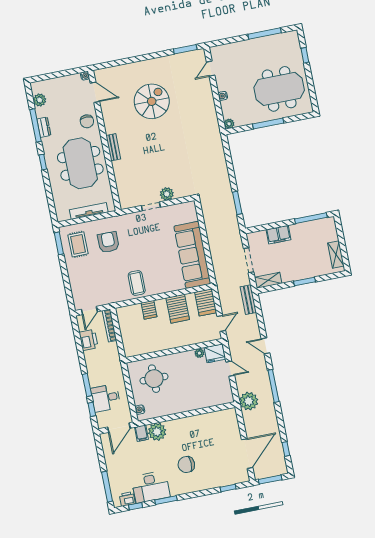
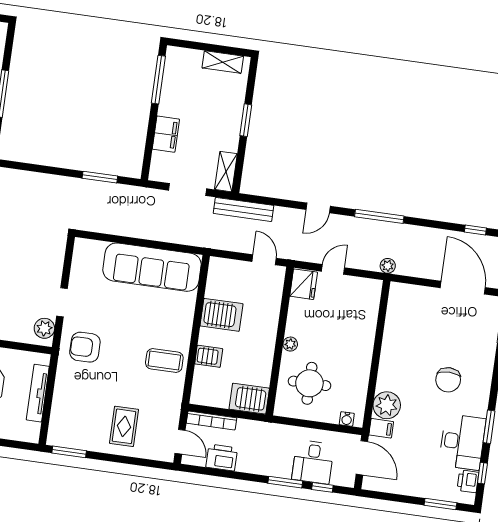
plant: (167, 194) -> (44, 328), moved
armchair: (108, 242) -> (85, 347), moved
rug: (78, 244) -> (124, 426), moved, turned 90
bench: (248, 300) -> (244, 209), width x1.36
server rack: (205, 302) -> (249, 399), moved, turned 180
plant: (199, 353) -> (290, 344), moved
plant: (249, 401) -> (388, 266), width x0.53, depth x0.53
window: (107, 487) -> (440, 504), width x0.69

